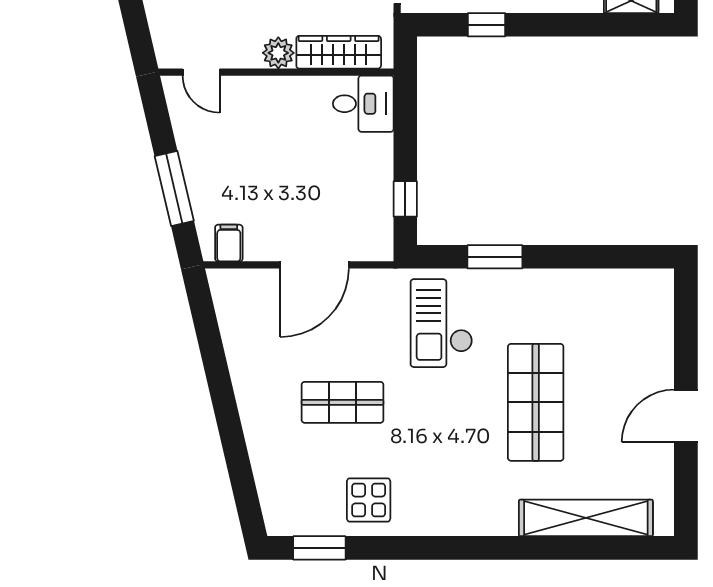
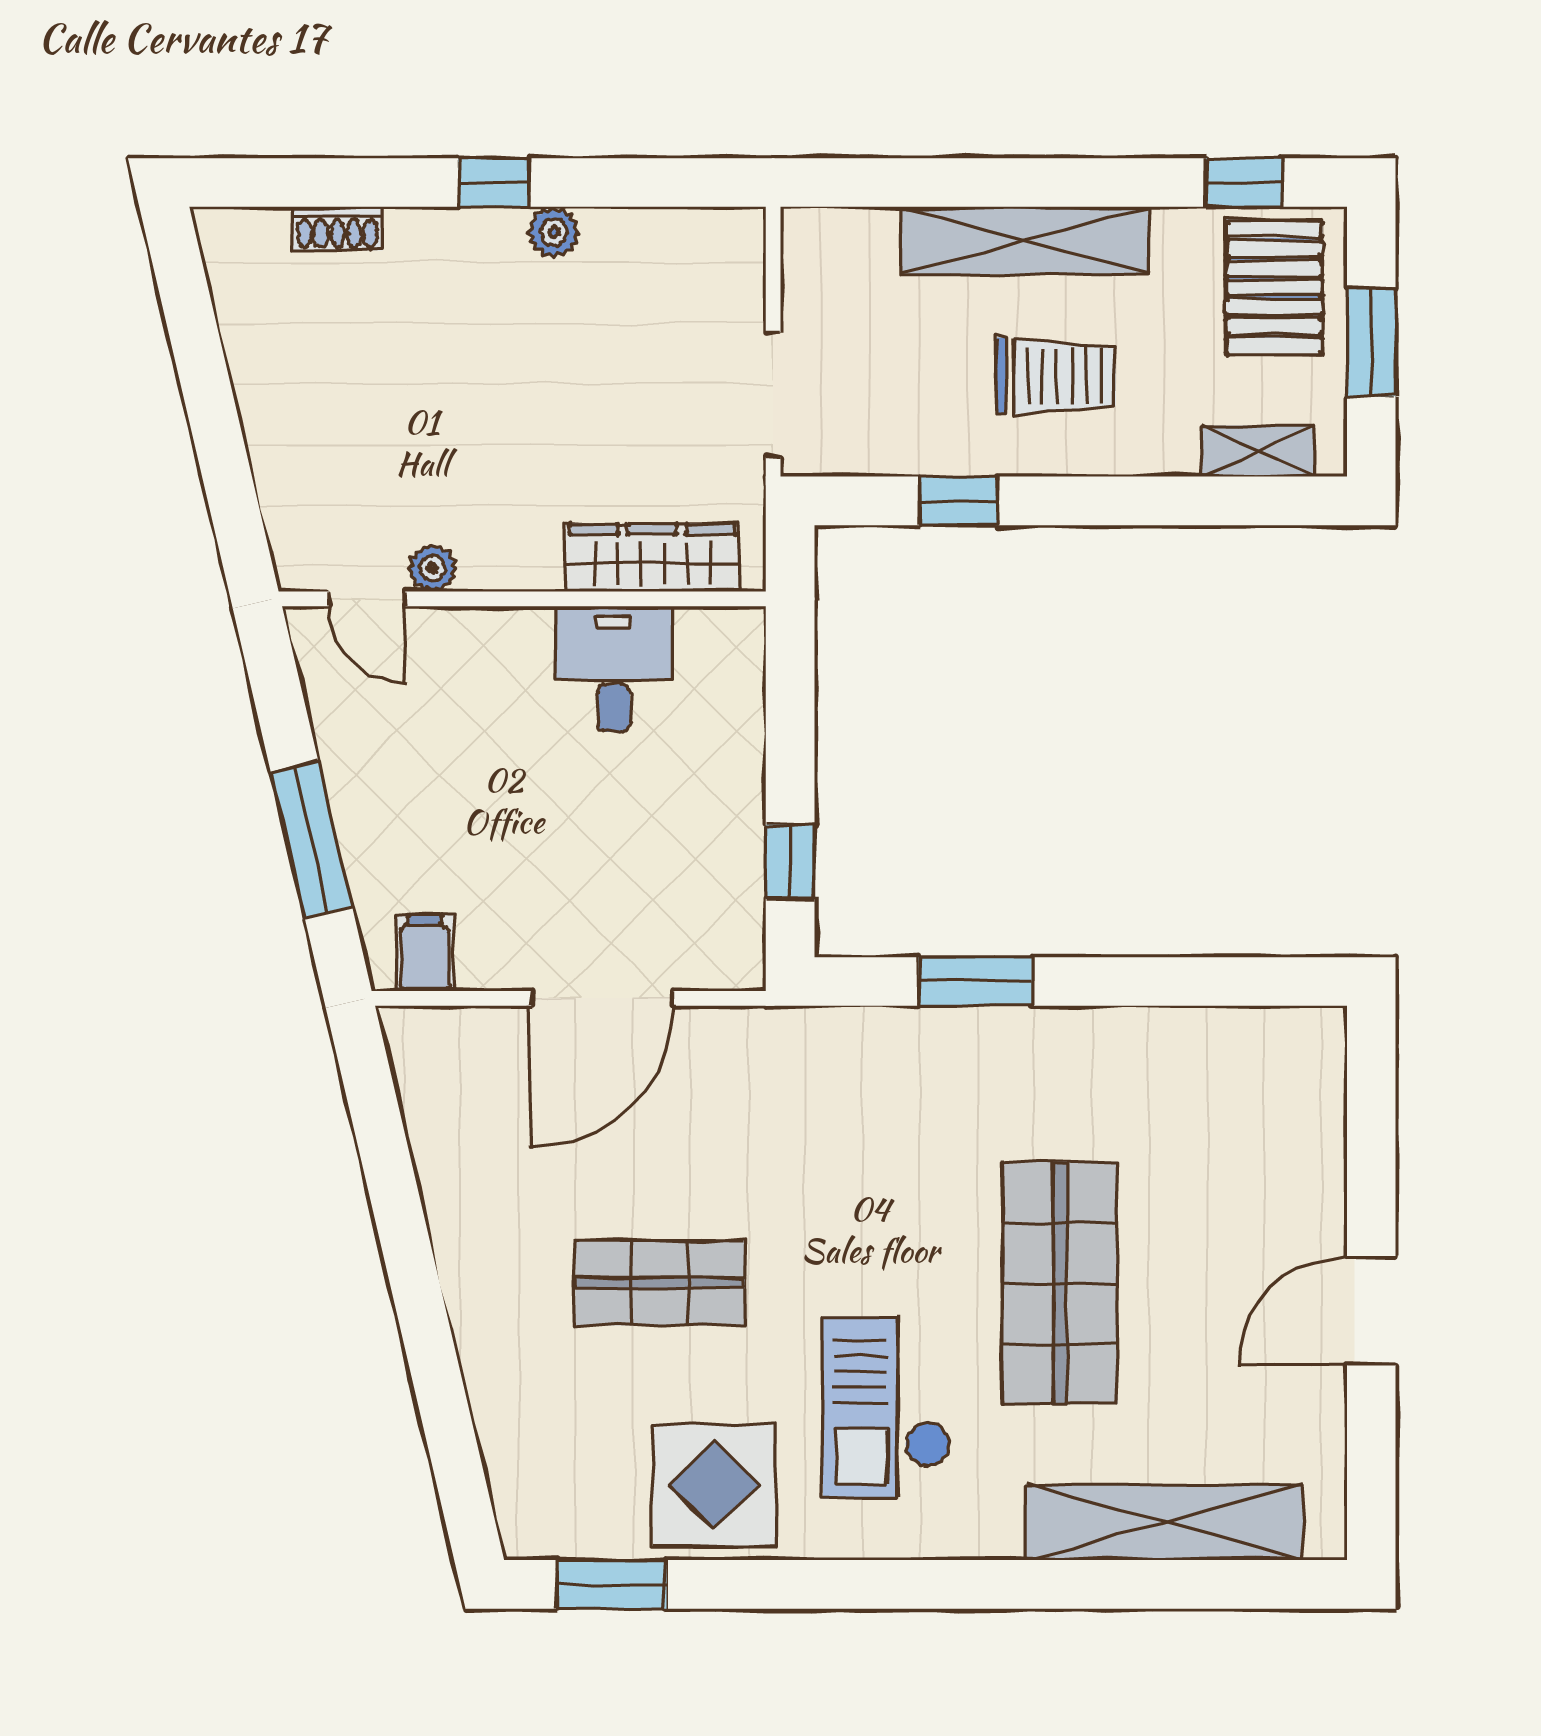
plant: (278, 53) -> (432, 568), moved, width x0.73, depth x0.73
desk: (363, 104) -> (614, 669), moved, turned -90
checkout: (441, 323) -> (887, 1408), moved
display table: (369, 500) -> (714, 1485), width x1.36, depth x1.36

